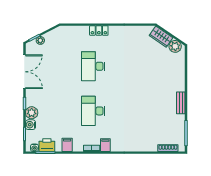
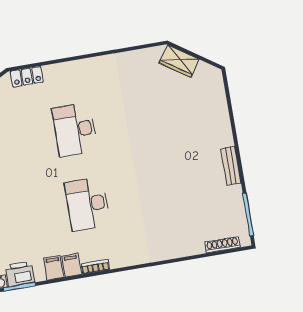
locker: (99, 31) -> (27, 77), moved
plant: (175, 46) -> (205, 73), removed
filing cabinet: (105, 145) -> (72, 265), moved

